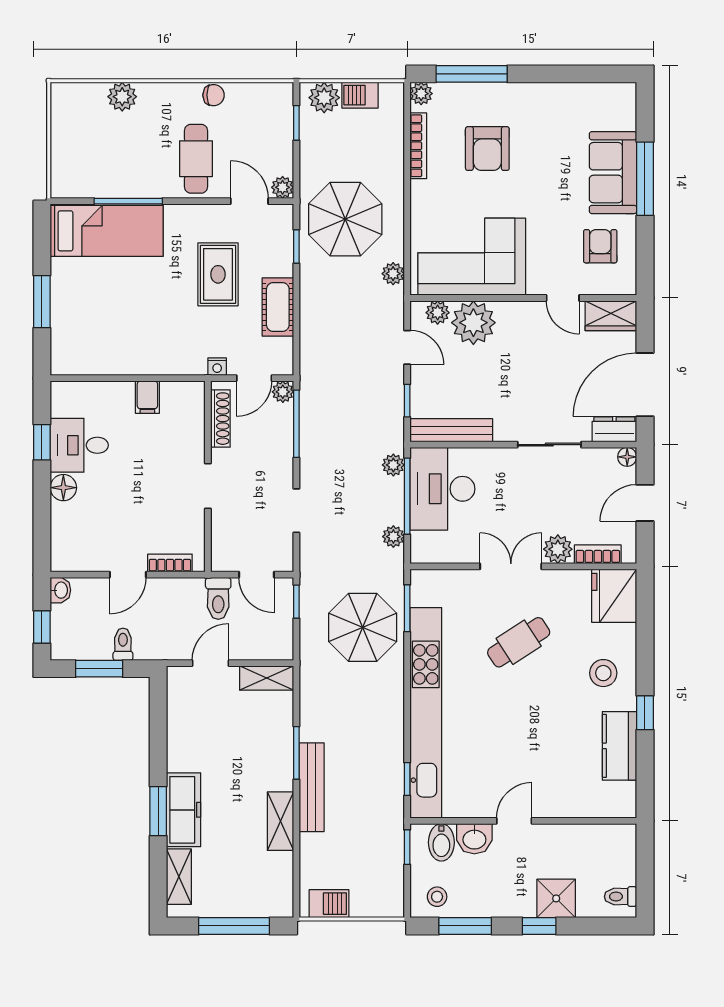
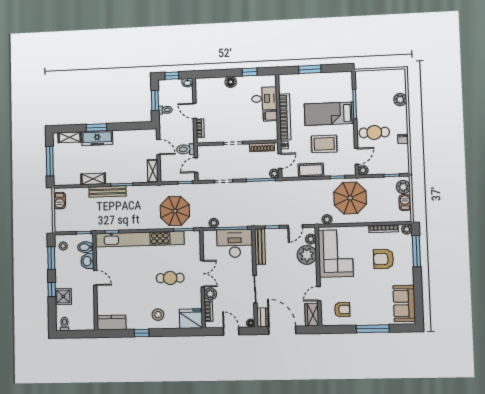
sofa: (613, 173) -> (404, 303), moved, turned -90
bed: (107, 231) -> (329, 114), moved, turned 90
bookcase: (151, 363) -> (285, 117), added
door: (254, 378) -> (280, 161), swing flipped
desk: (79, 445) -> (264, 99), moved, turned 90
plant: (393, 465) -> (244, 222), removed
cafe table: (519, 642) -> (170, 278), turned -57
kitchen counter: (620, 746) -> (111, 323), moved

